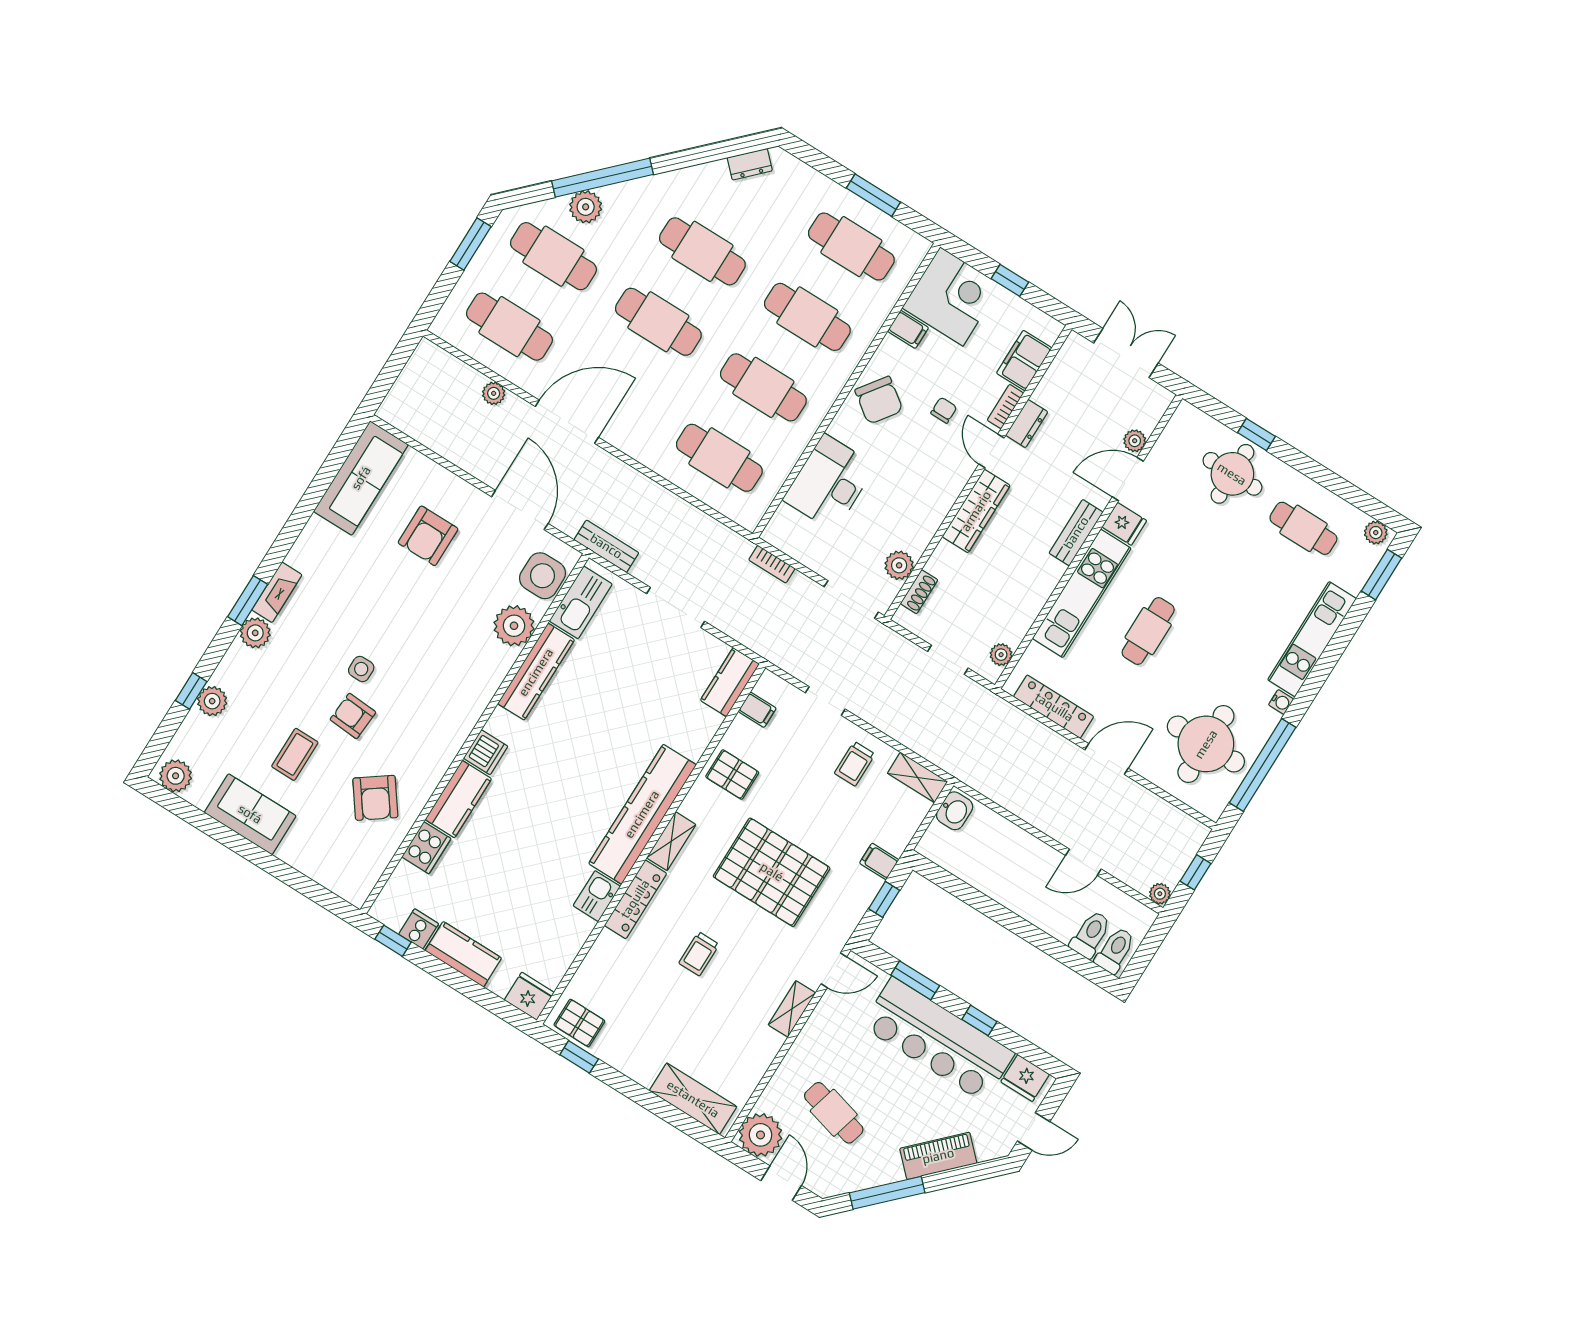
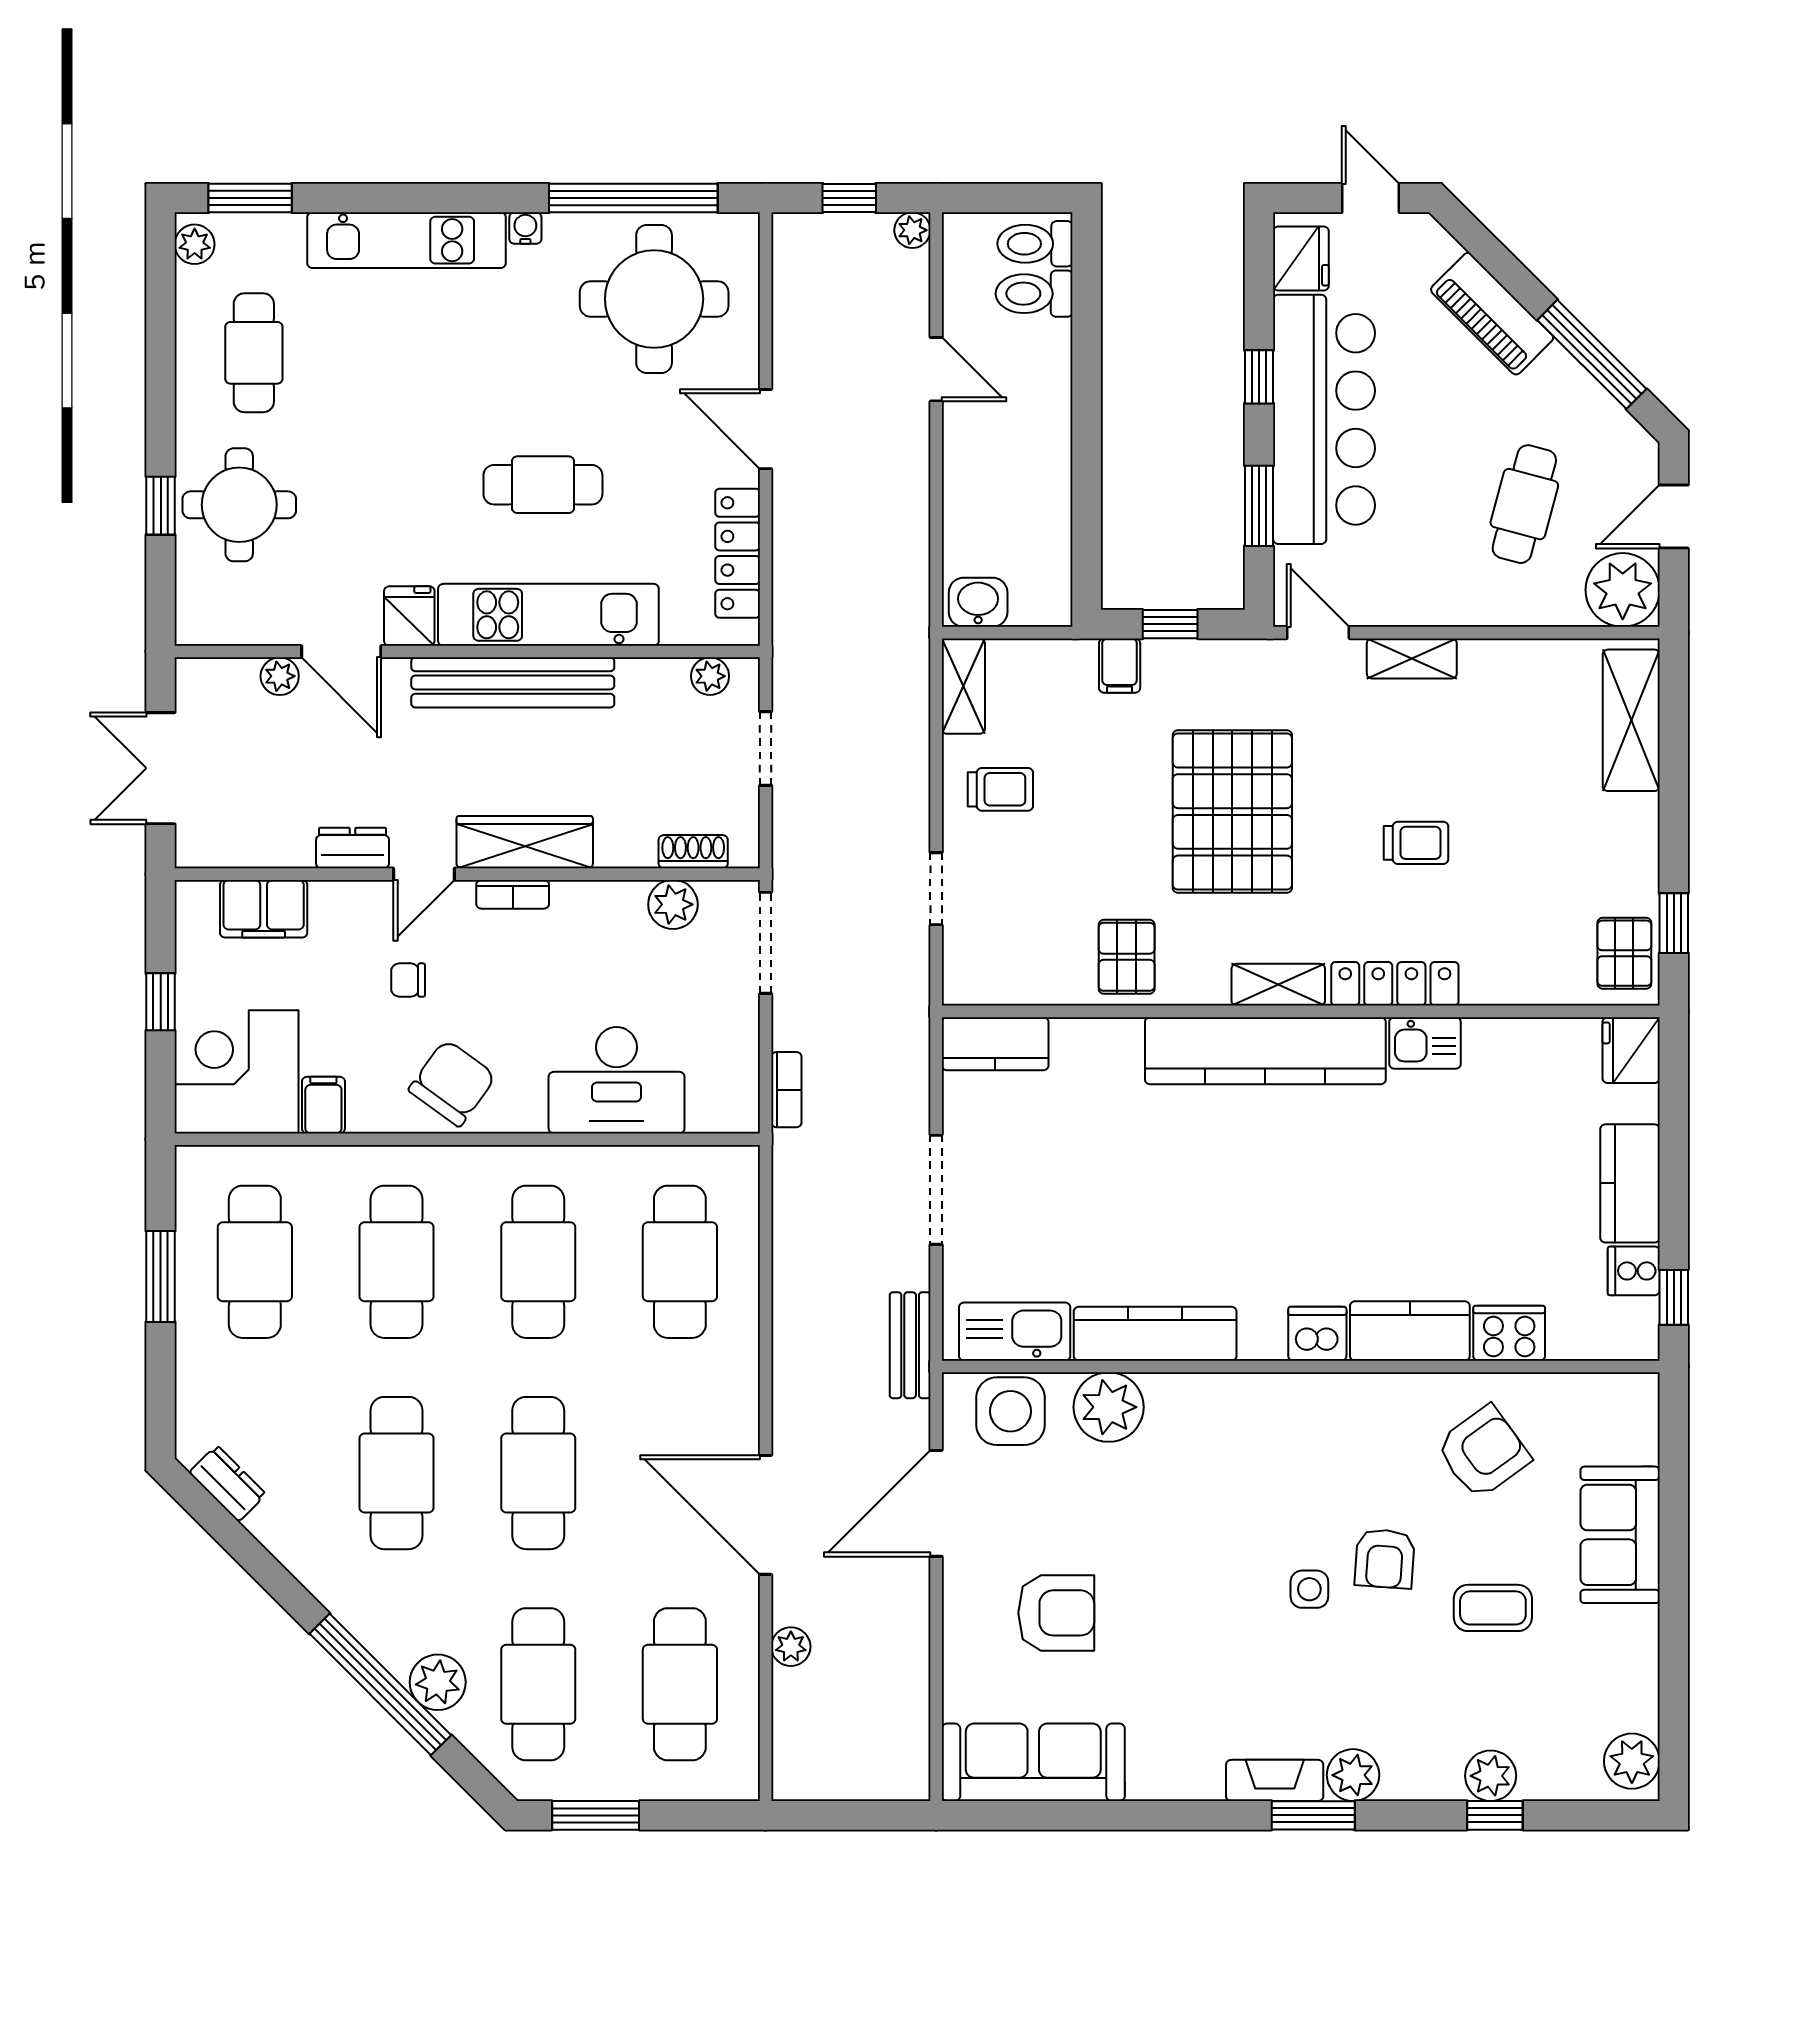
bookcase: (1005, 407) -> (513, 894), moved
bench: (1076, 533) -> (513, 682), width x1.86, depth x1.21
filing cabinet: (757, 710) -> (1010, 979), removed
sofa: (250, 814) -> (1620, 1535), moved

